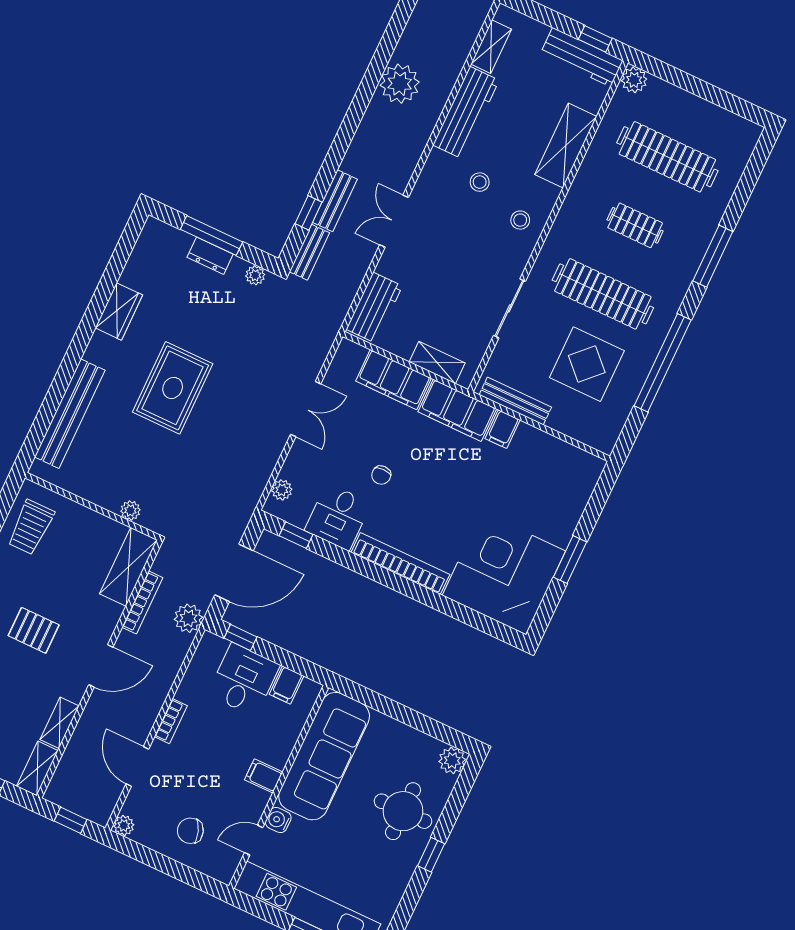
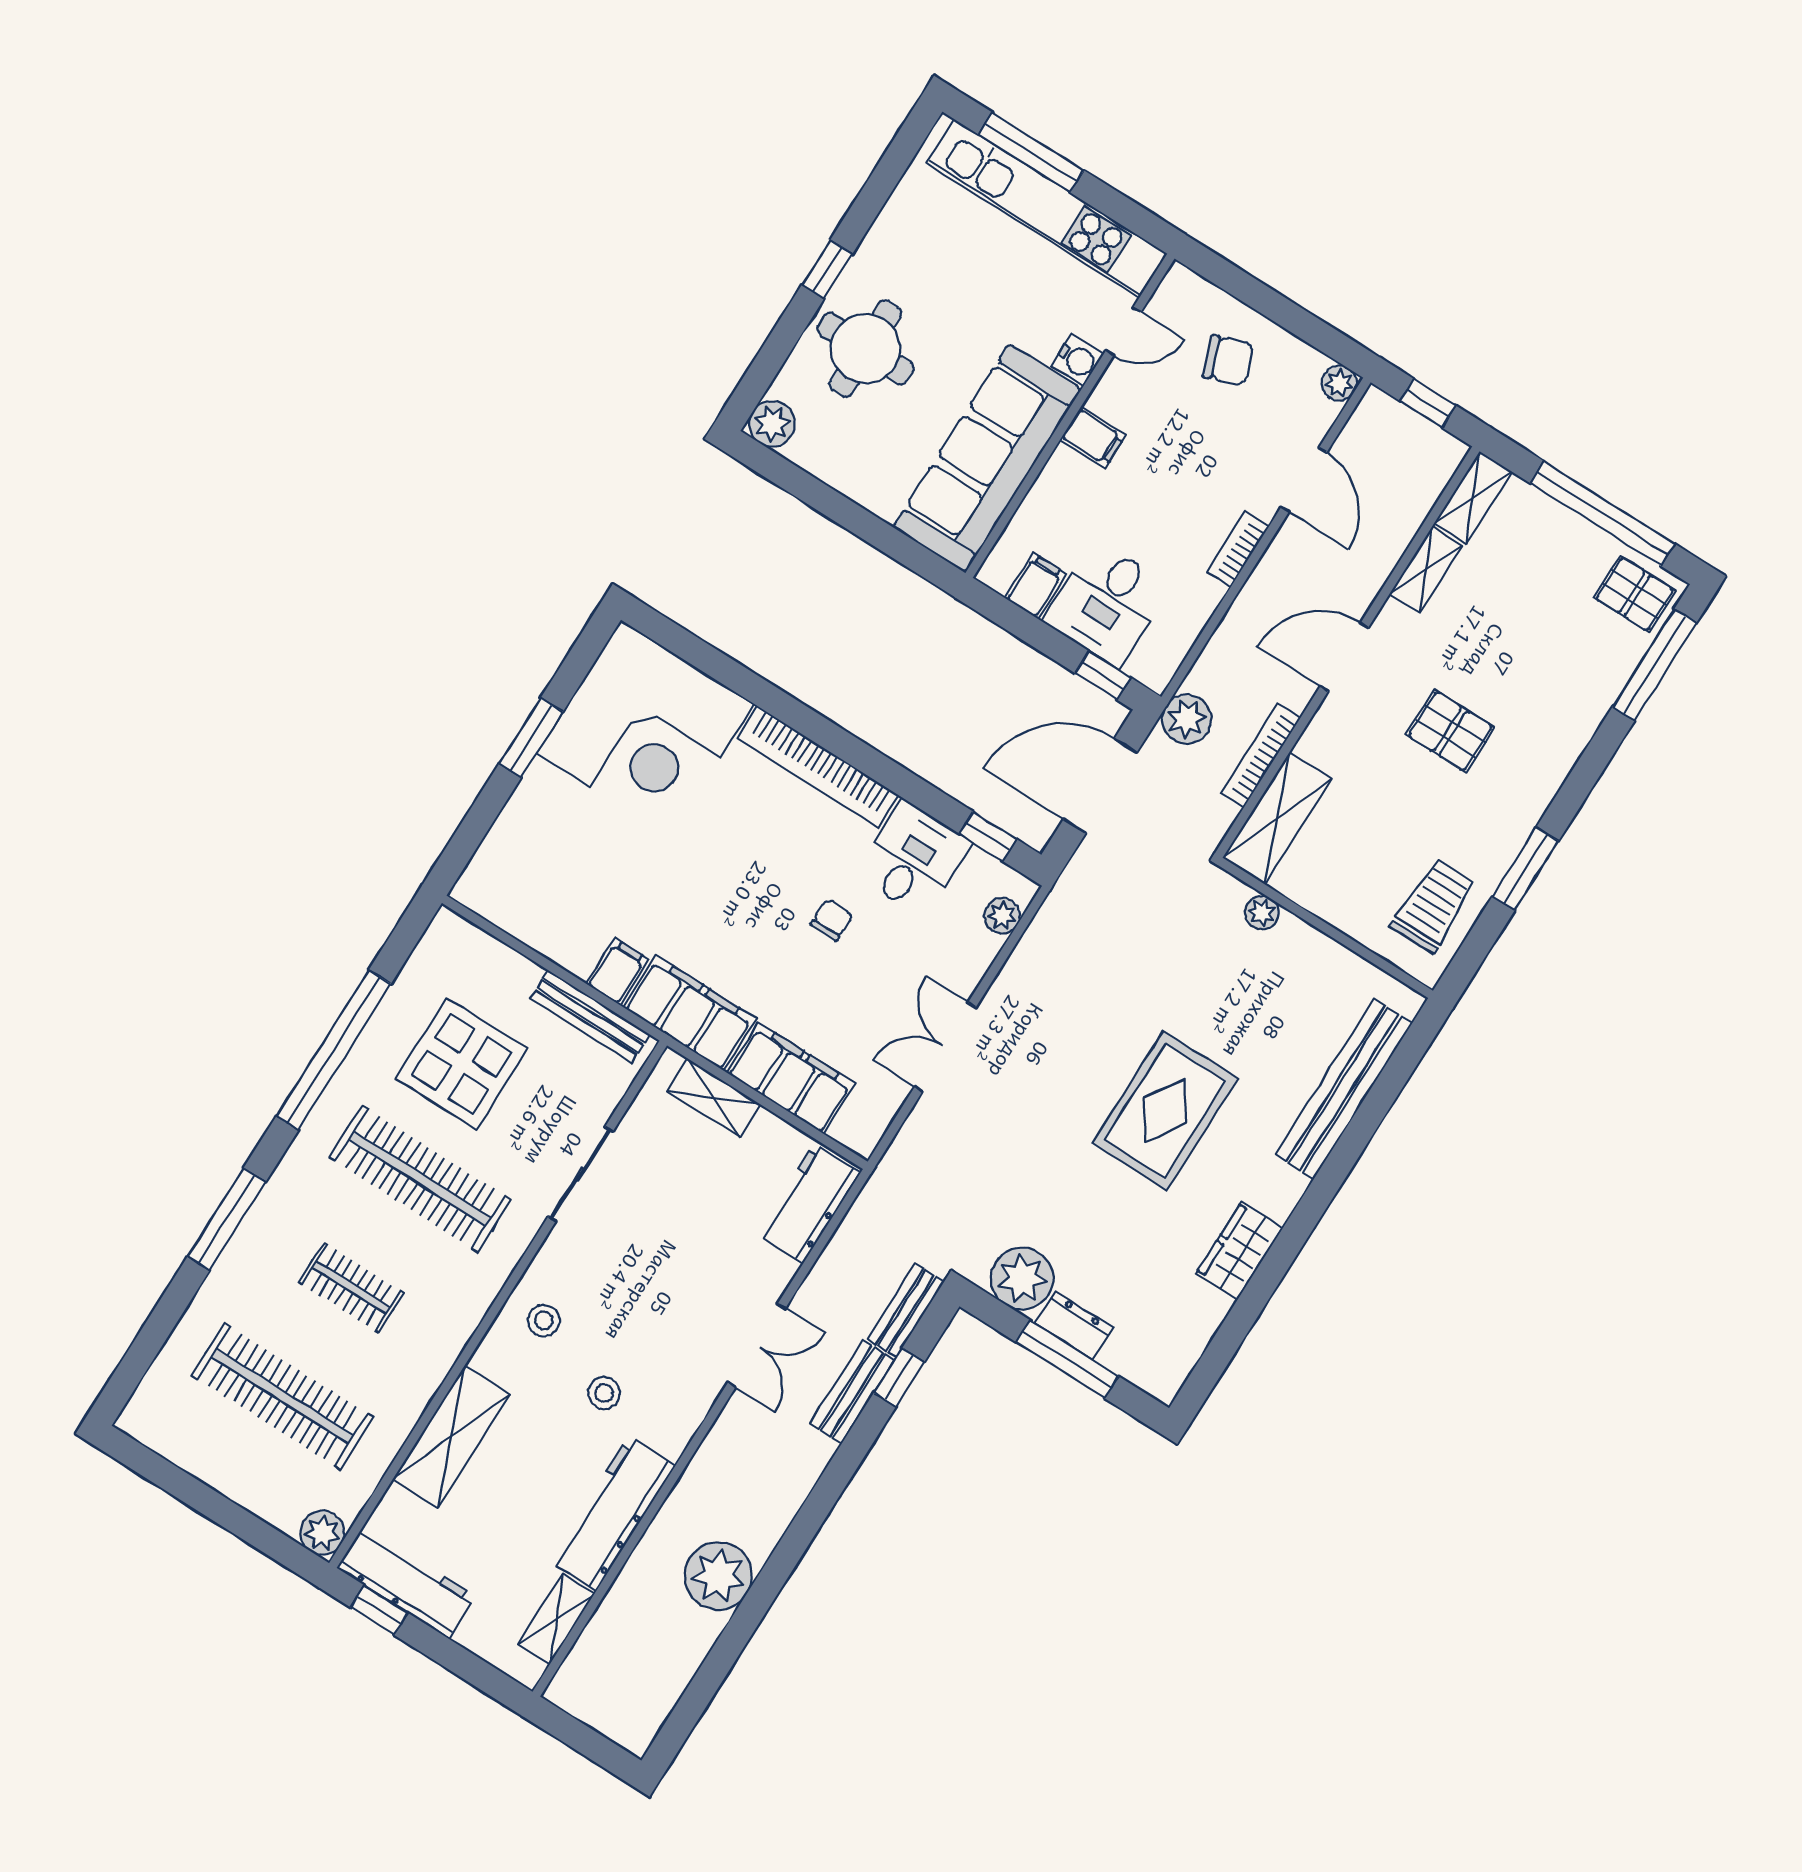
plant: (255, 275) -> (1022, 1279), width x1.87, depth x1.87

